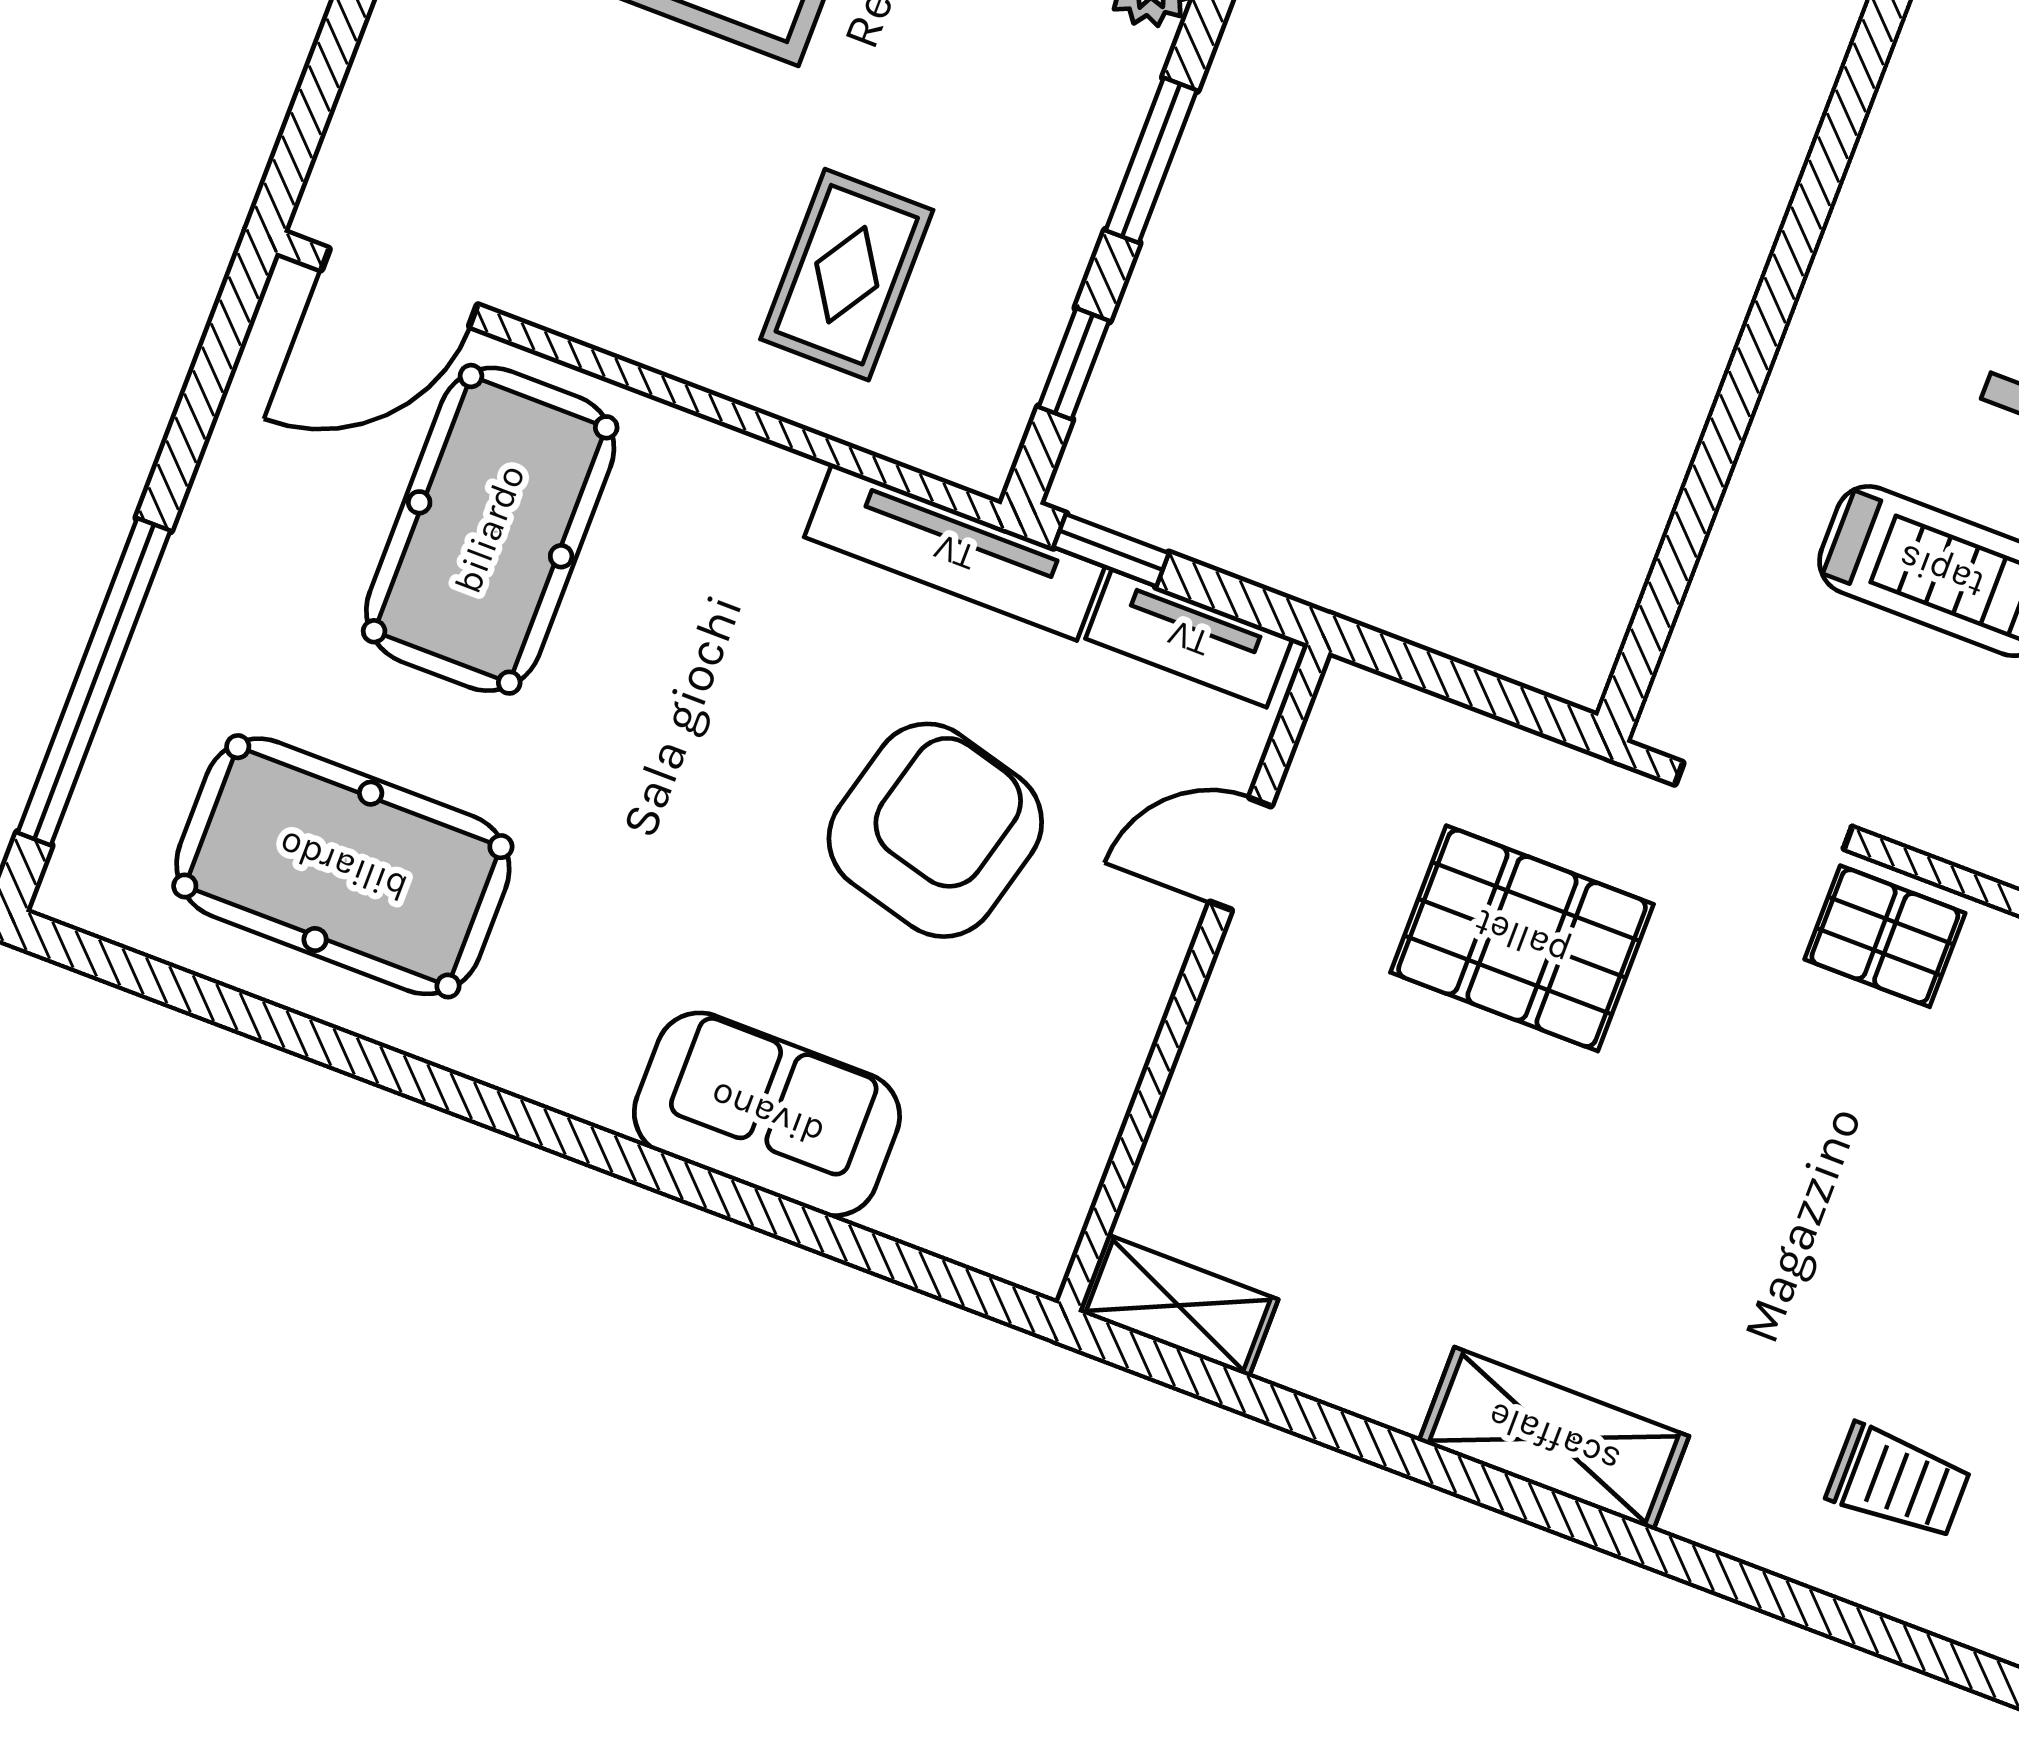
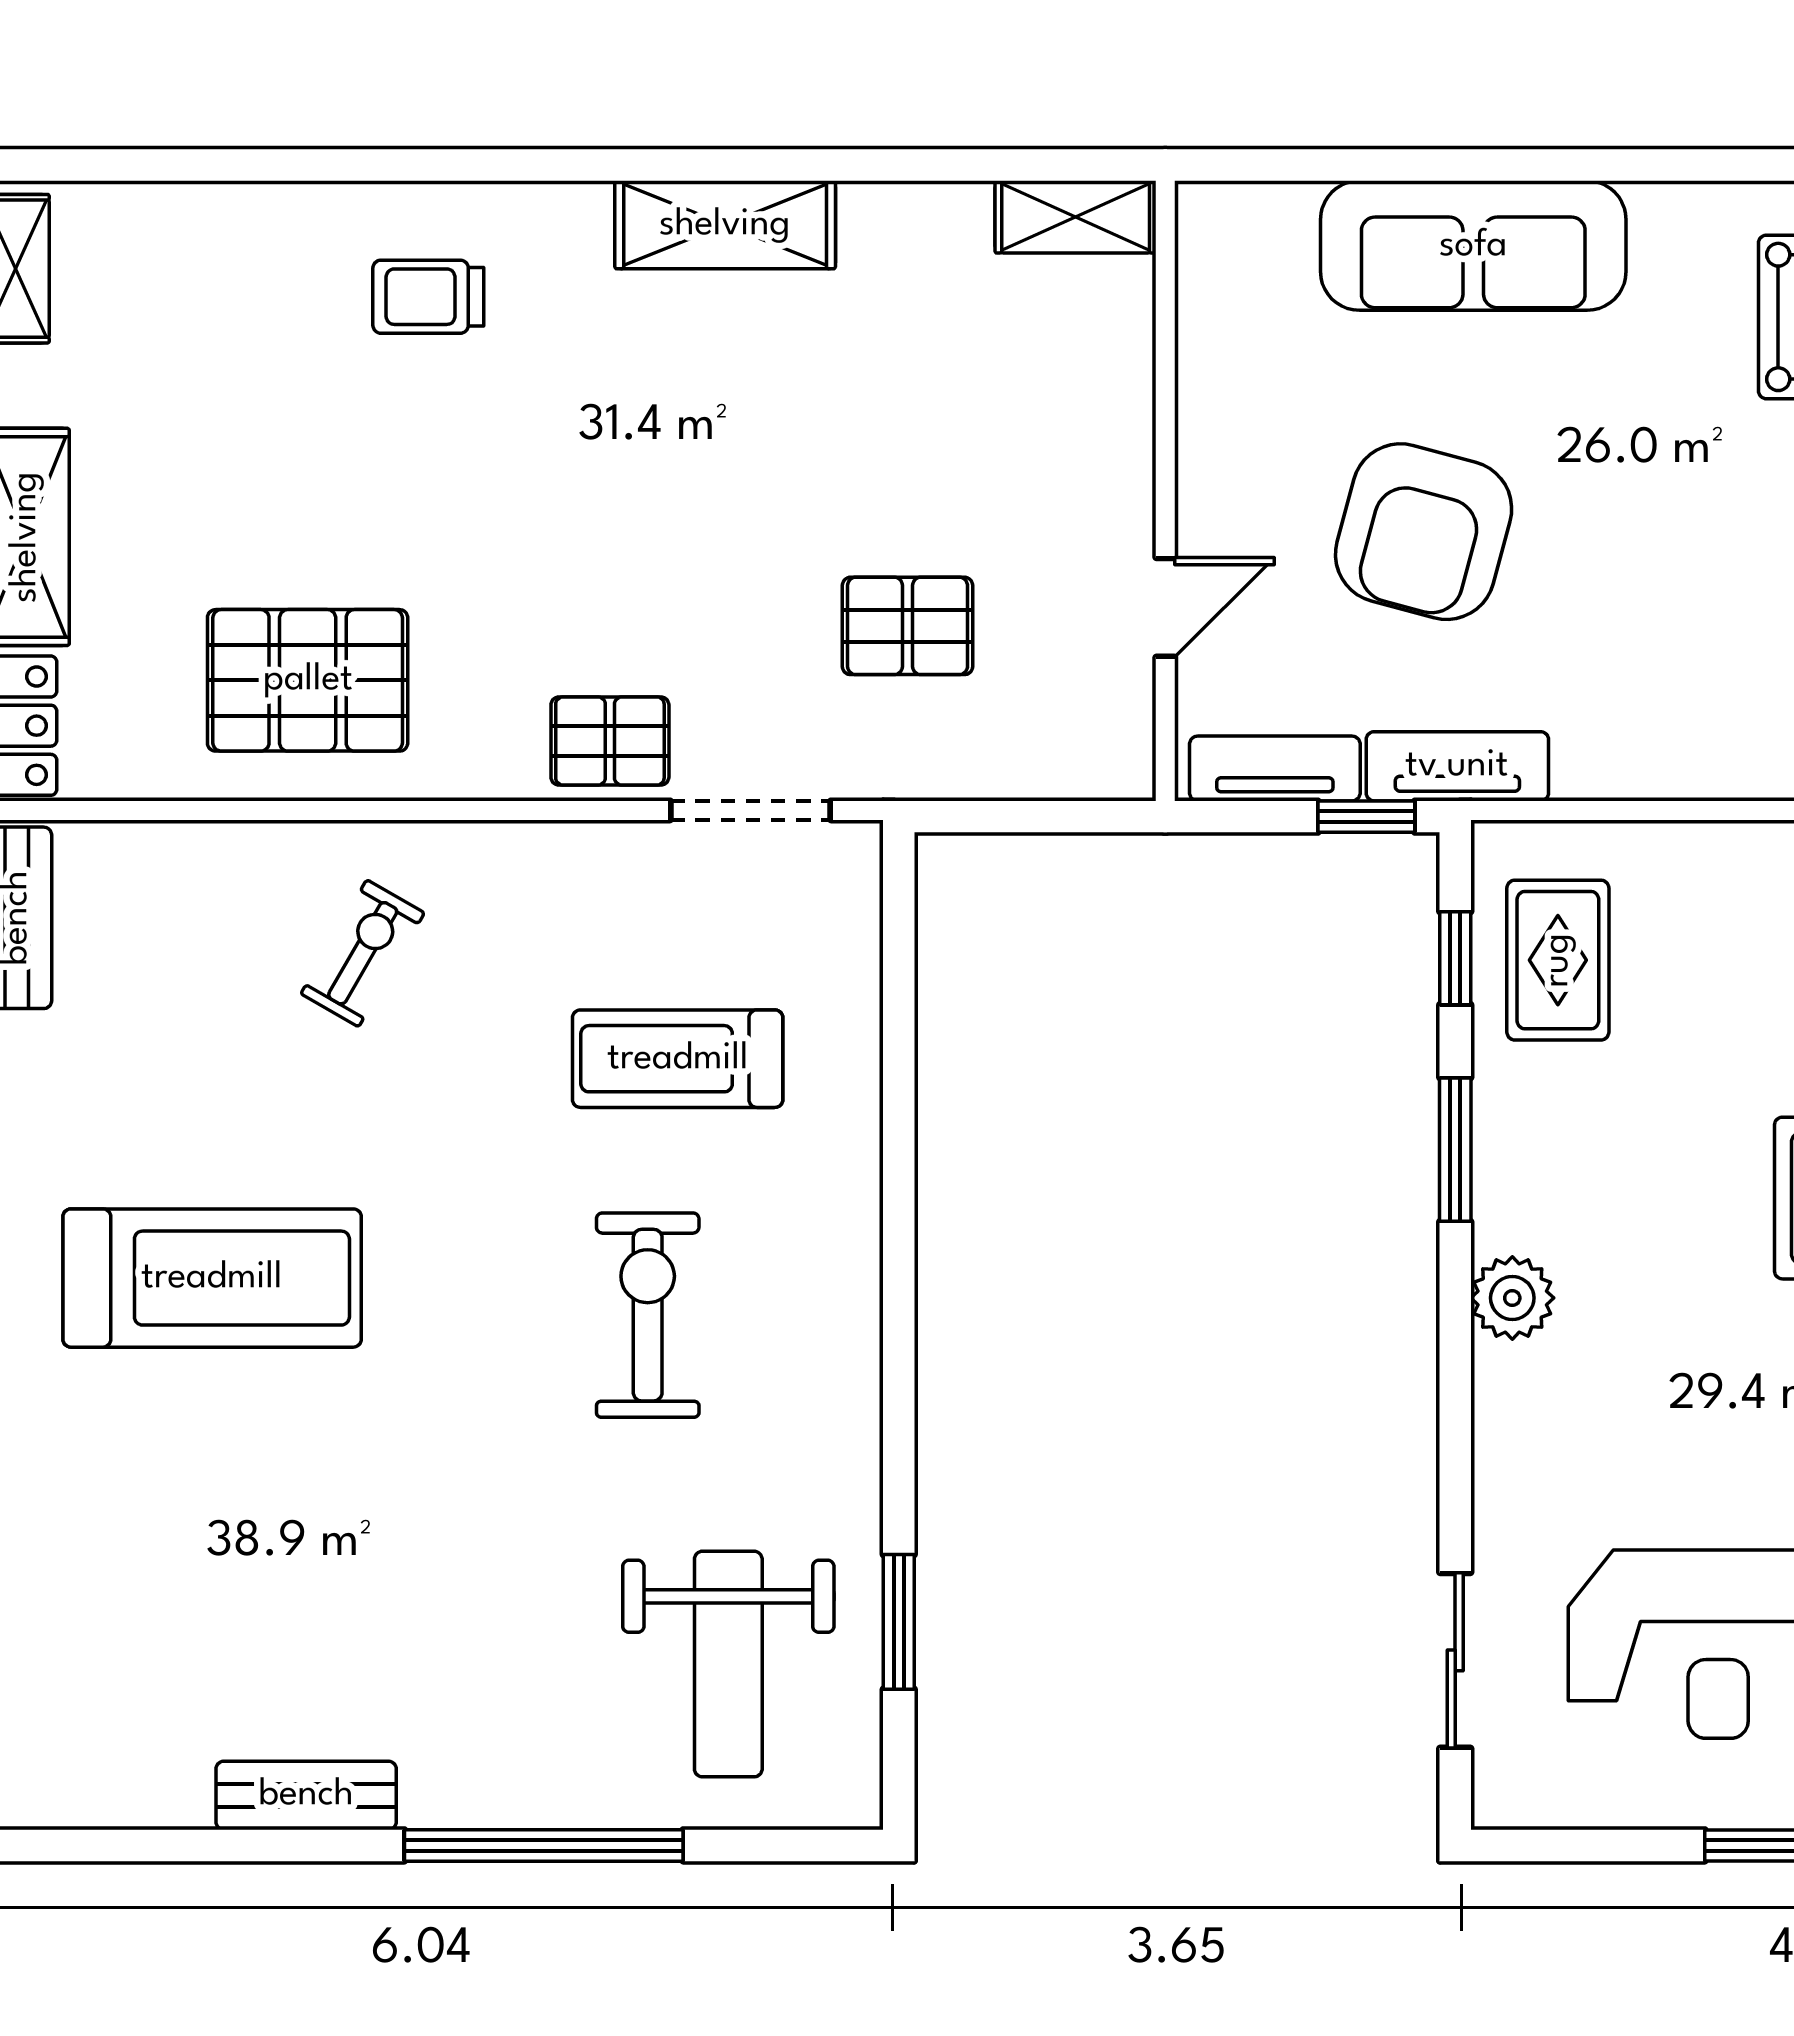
rug: (847, 275) -> (1558, 960), moved
tv unit: (955, 552) -> (1457, 766), width x0.71
pallet: (1522, 938) -> (908, 626), width x0.67, depth x0.71
sofa: (767, 1114) -> (1473, 246), width x1.36

